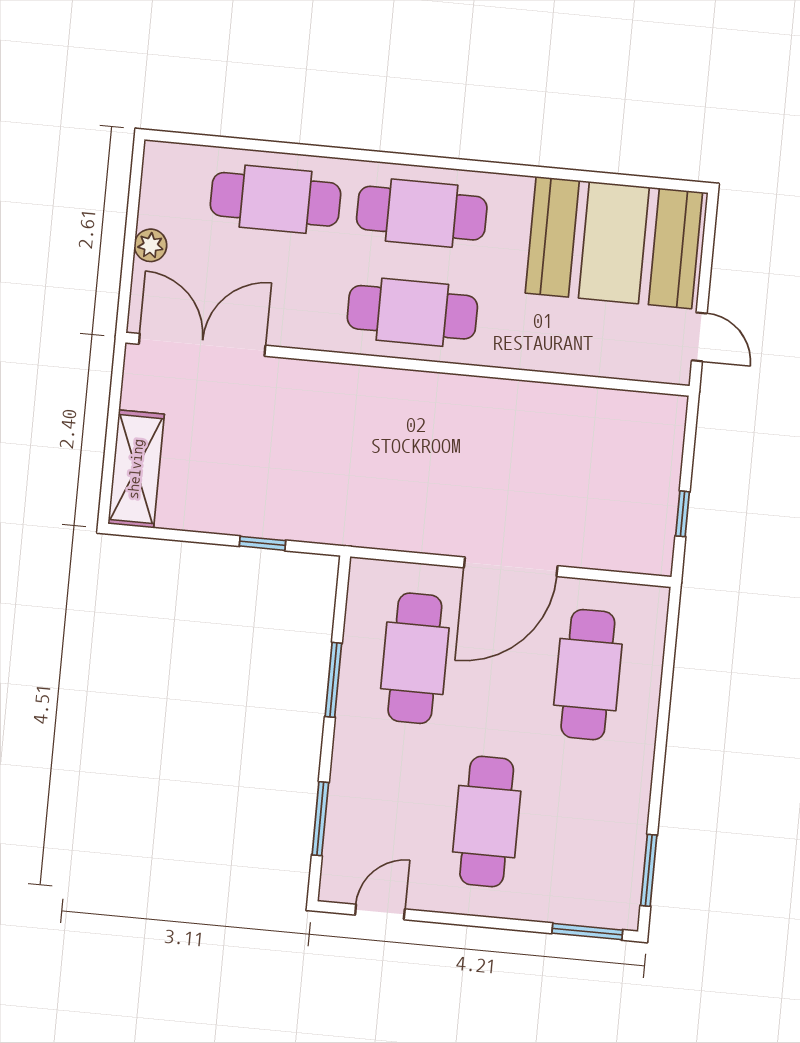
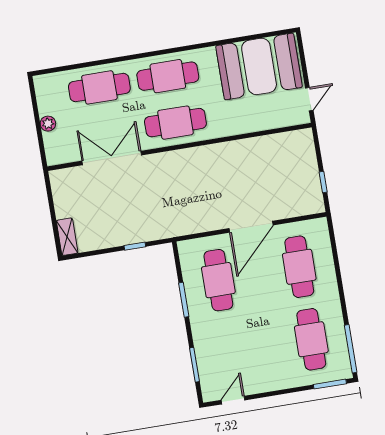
door: (699, 337) -> (309, 99), hinge flipped
double door: (202, 345) -> (112, 158), moved
shelving: (136, 469) -> (67, 237), width x0.67, depth x0.75
cafe table: (487, 822) -> (311, 339), moved
window: (649, 870) -> (351, 349), width x1.44

